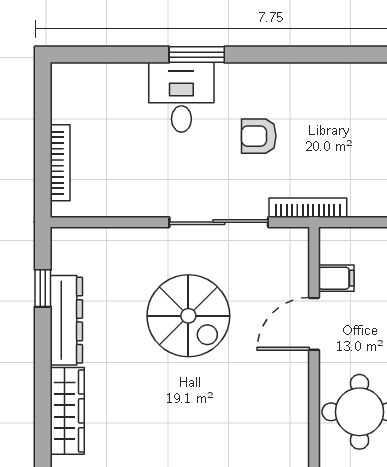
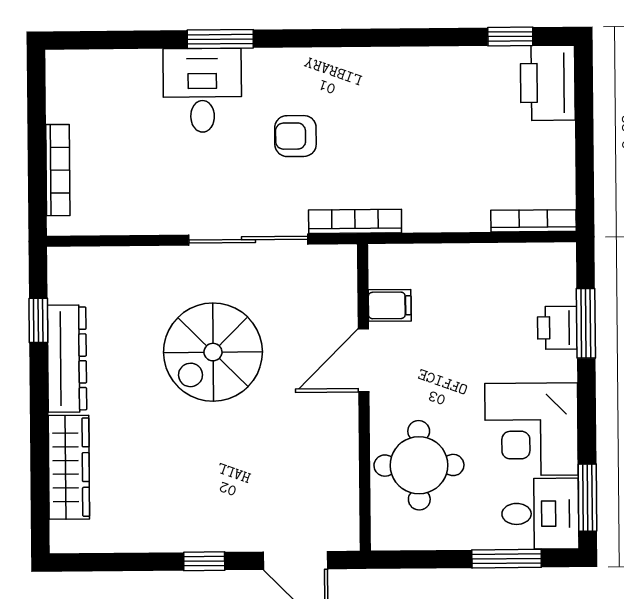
spiral stairs: (188, 316) -> (213, 352), turned 90

